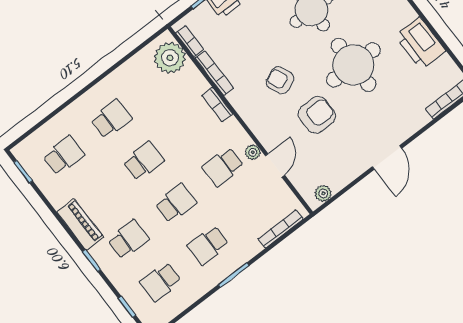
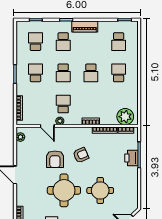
school desk: (111, 119) -> (119, 73), turned 180

